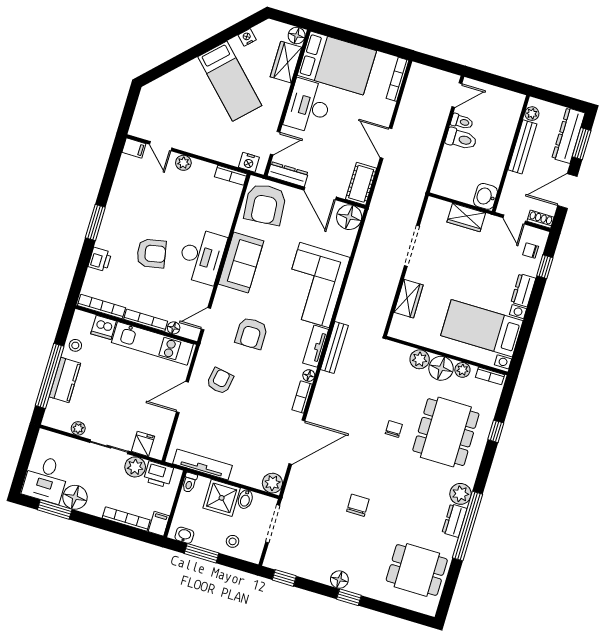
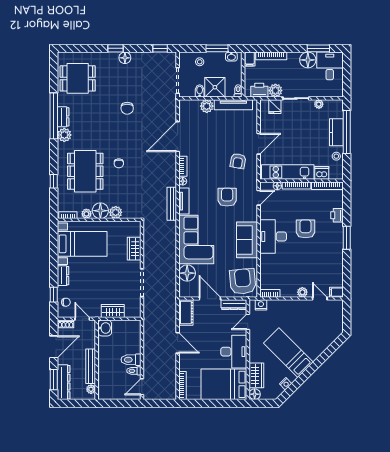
floor lamp: (349, 217) -> (187, 273), moved
armchair: (151, 253) -> (305, 229), turned 101
plant: (272, 483) -> (207, 106), moved

